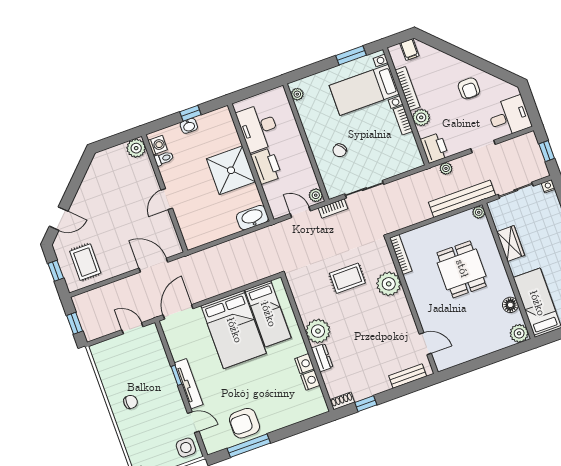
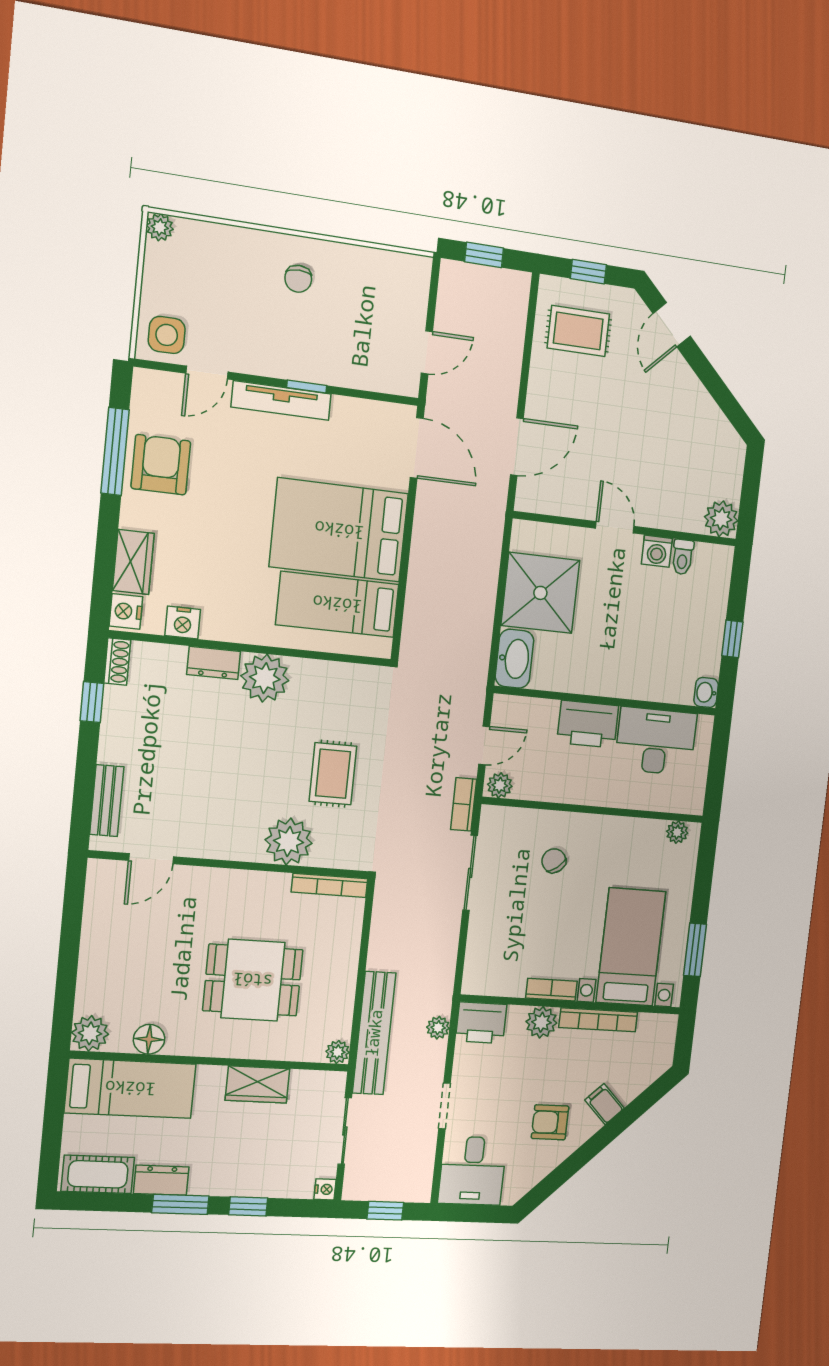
filing cabinet: (409, 50) -> (605, 1104), moved, turned 45
washbasin: (189, 126) -> (706, 692), moved
washing machine: (158, 145) -> (657, 551), moved
shower: (231, 170) -> (540, 593), moved
nightstand: (304, 364) -> (126, 611), moved, turned 90
wardrobe: (294, 415) -> (133, 562), added

